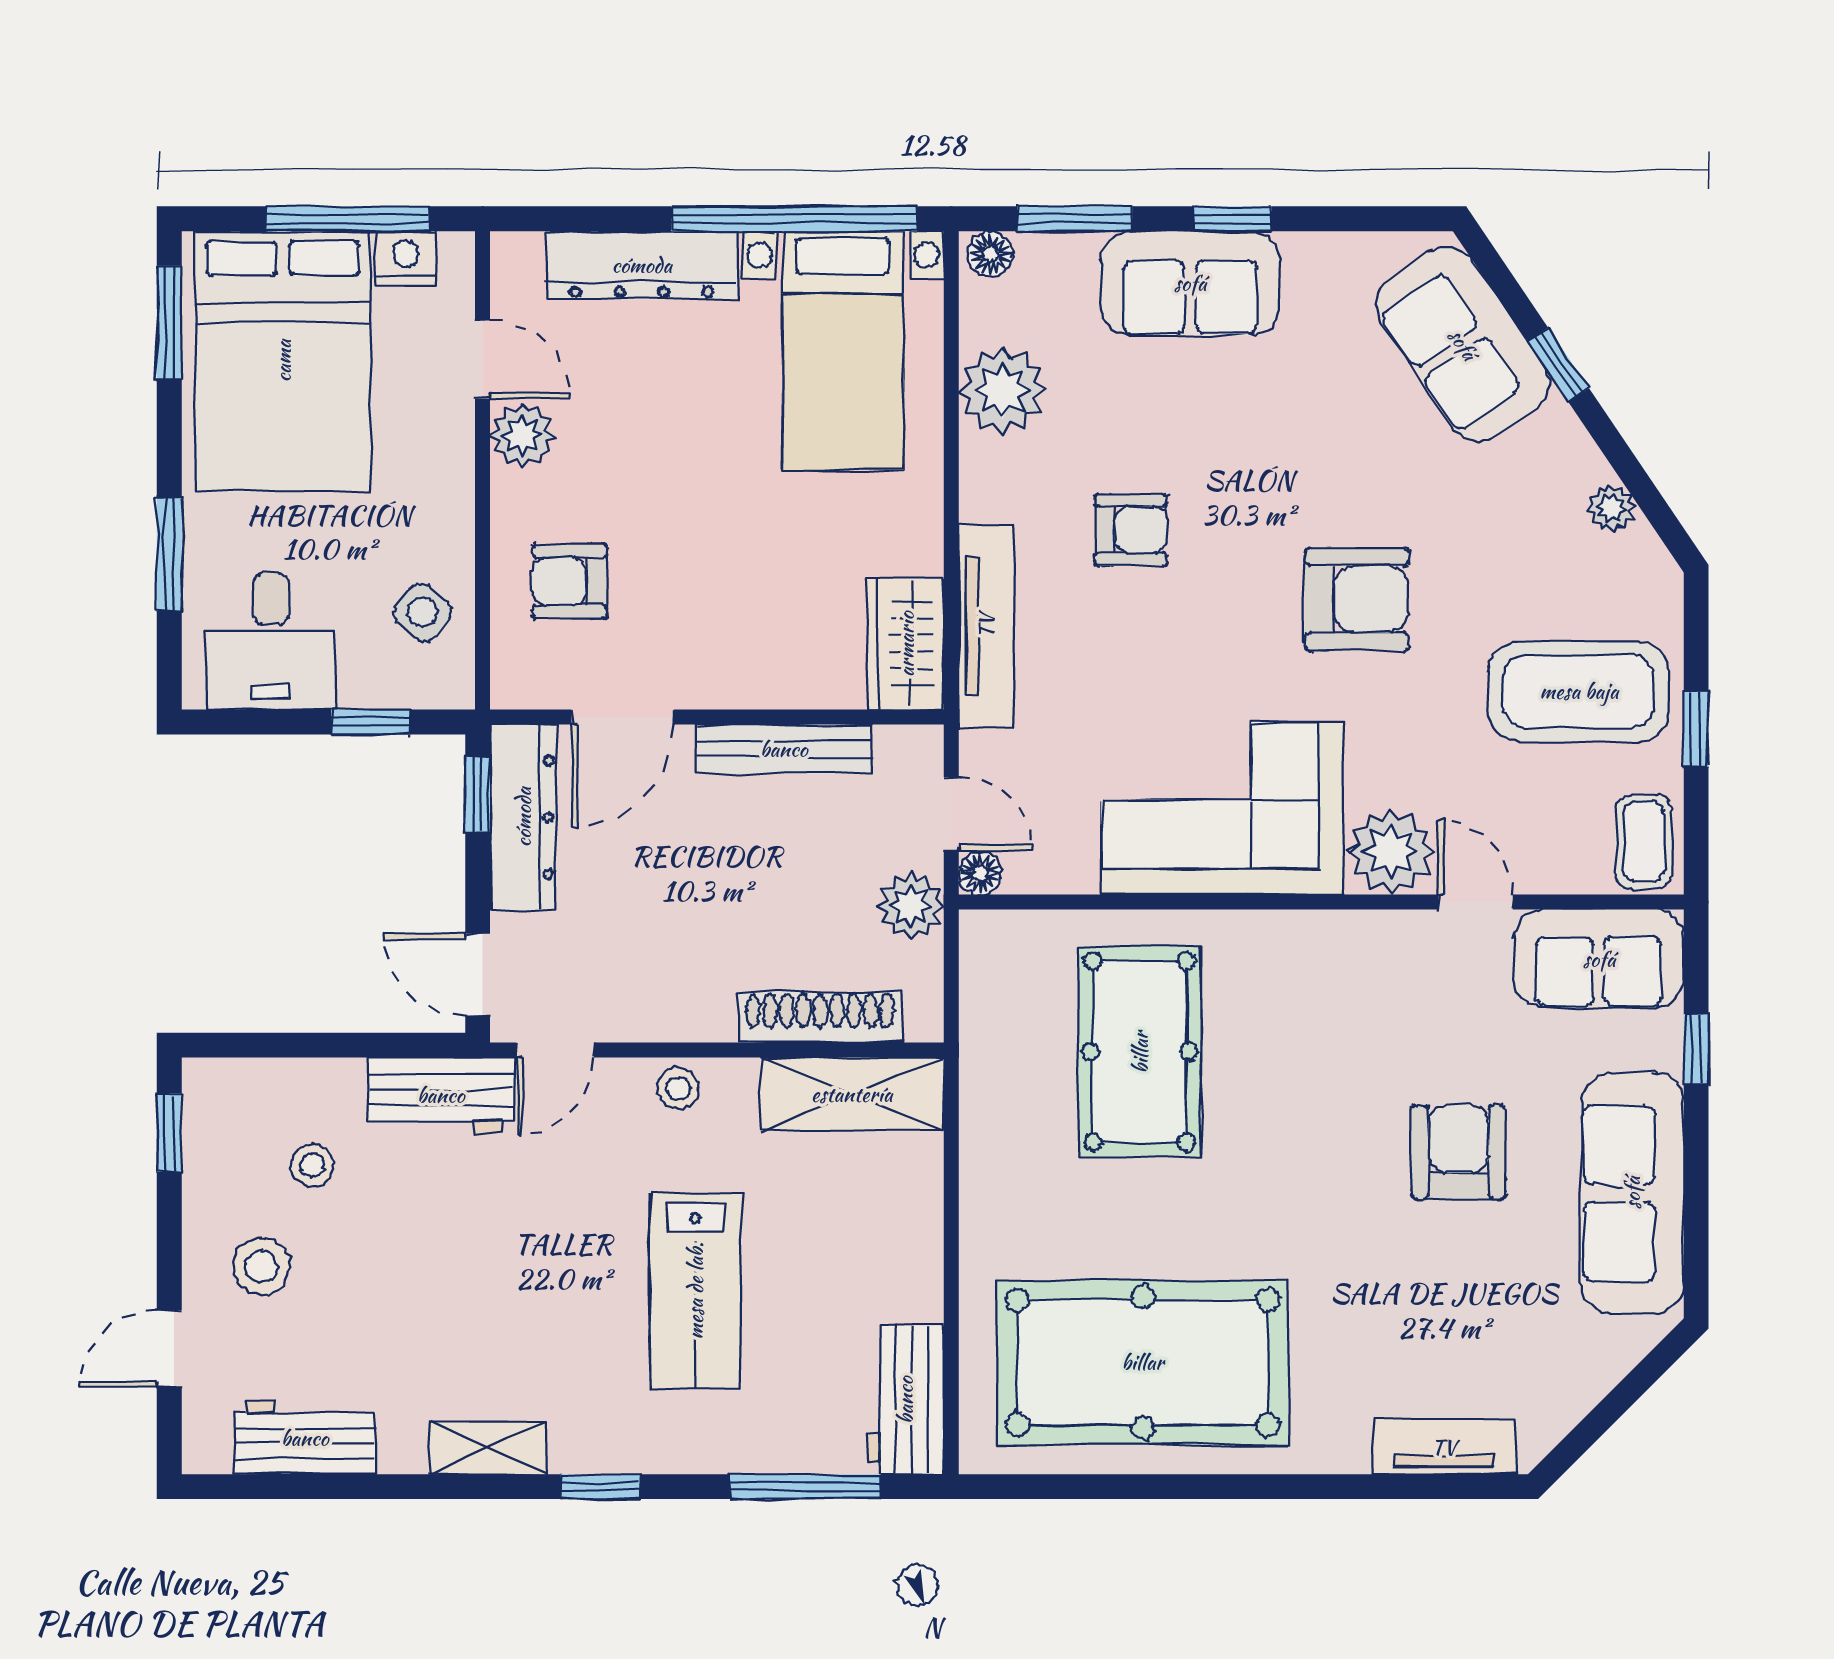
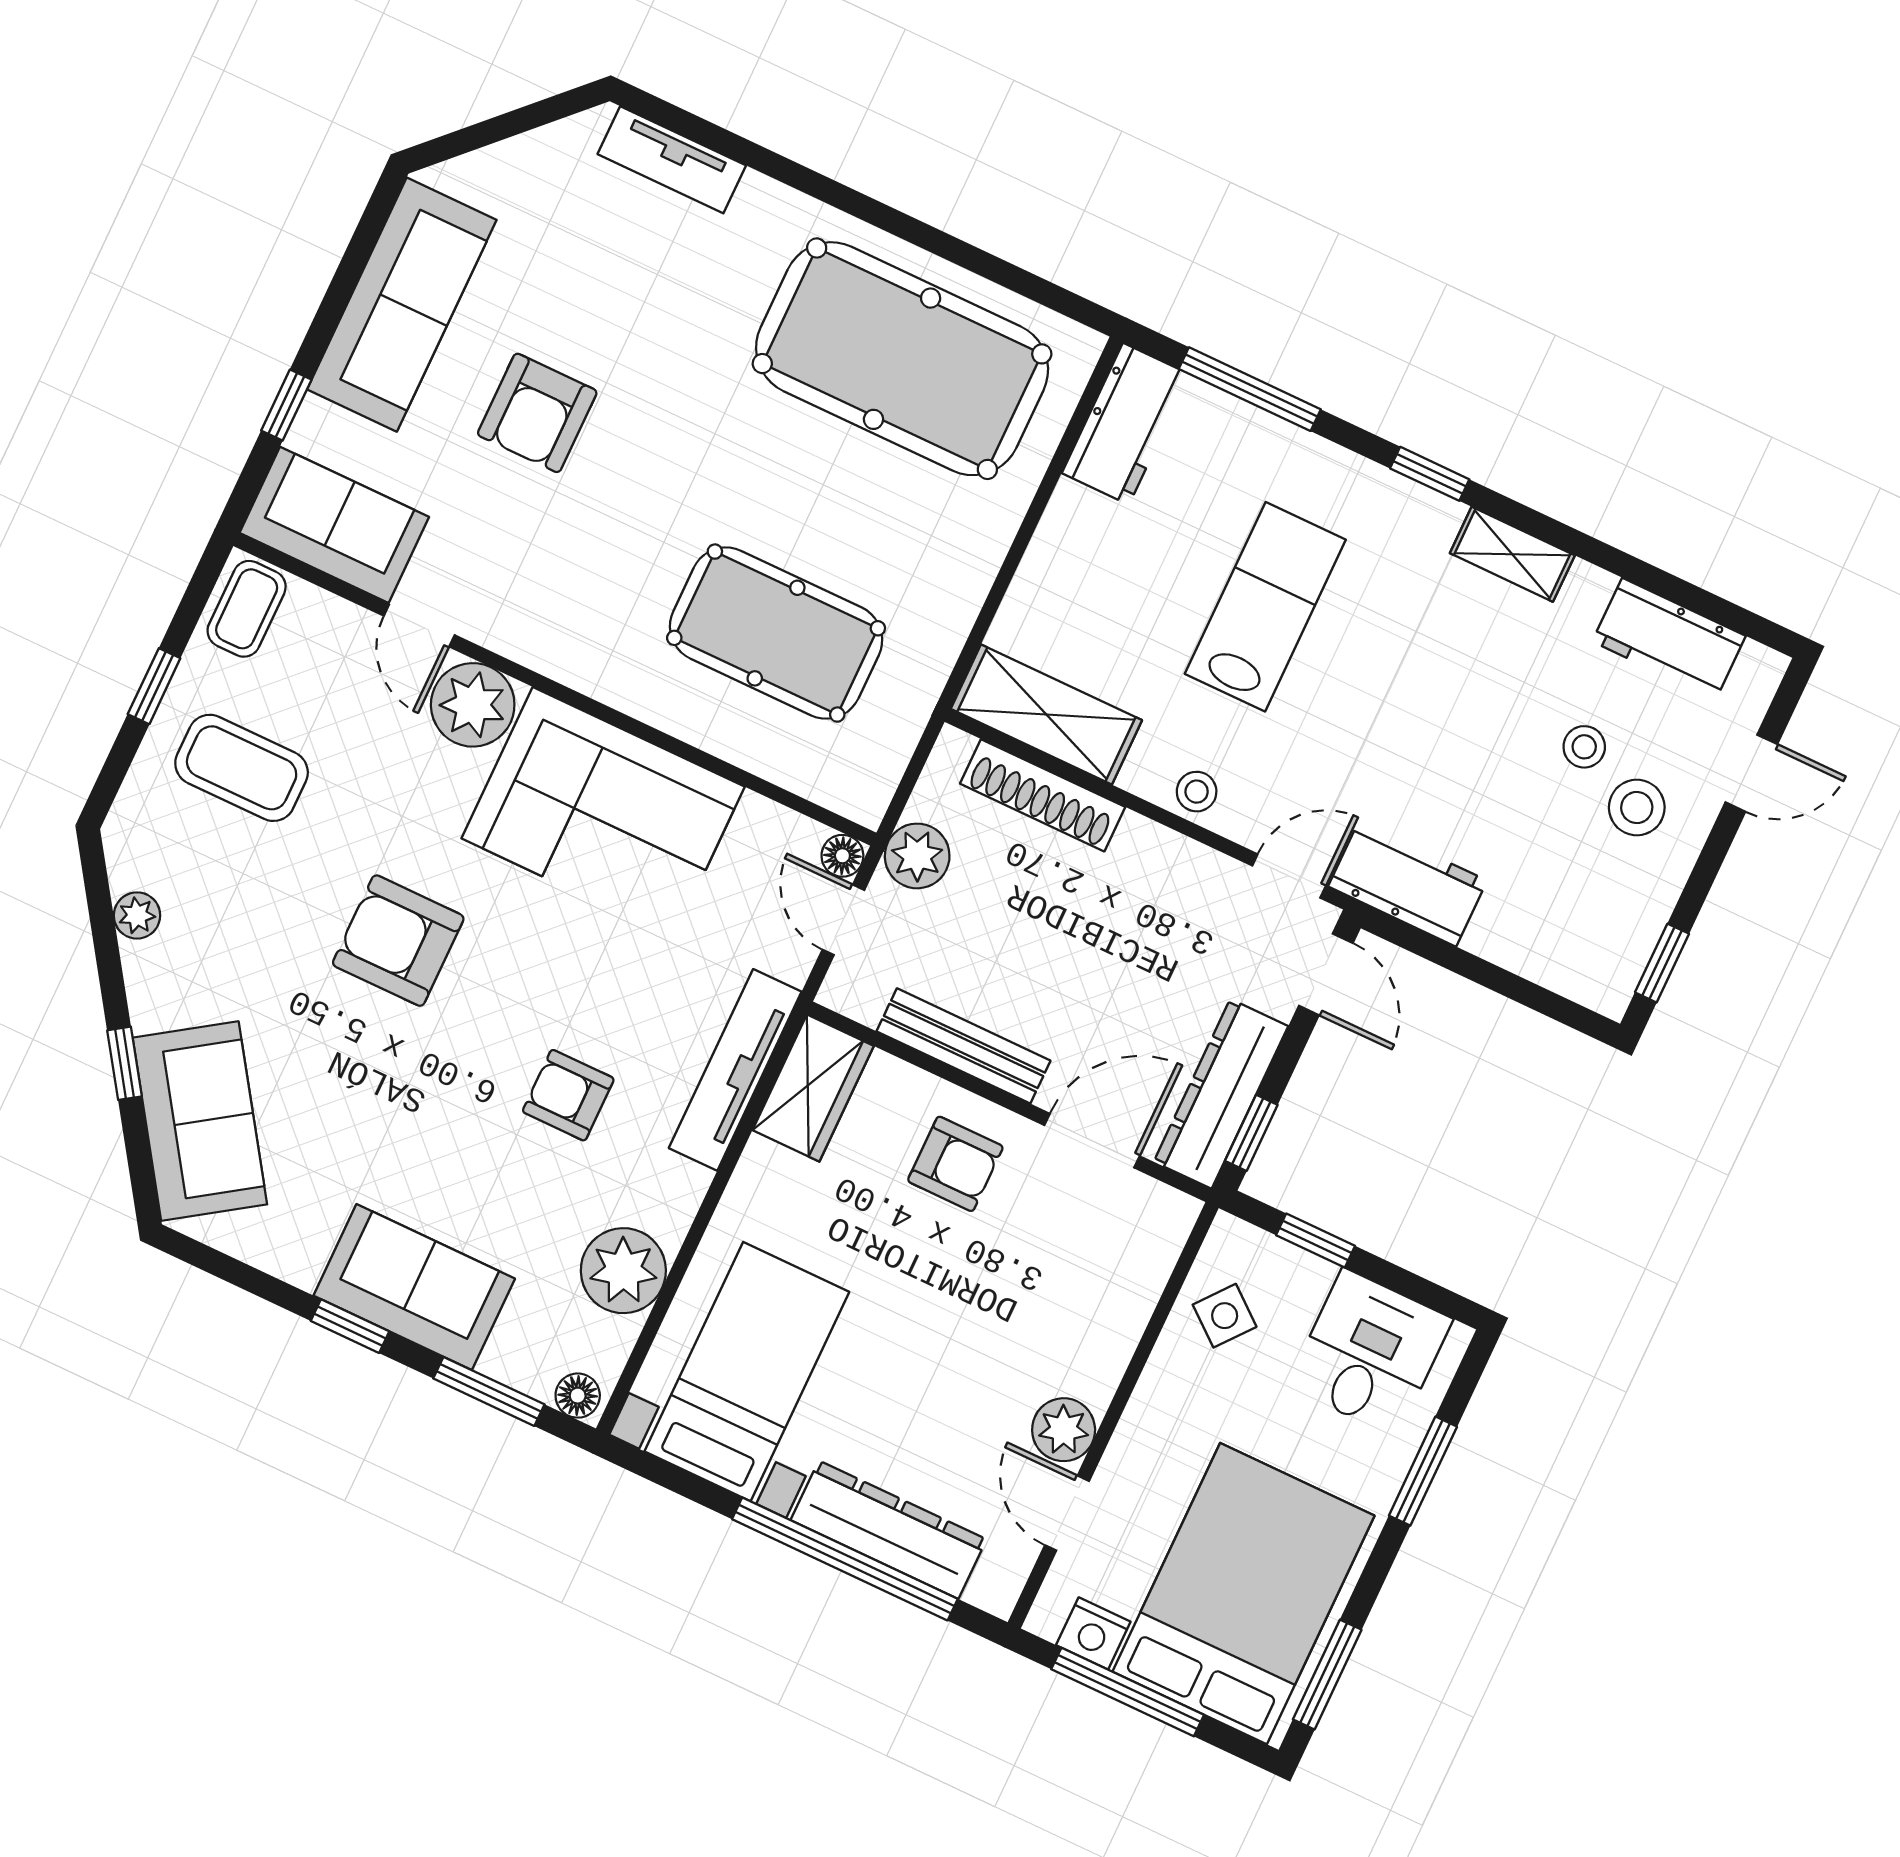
window: (794, 219) -> (845, 1559), moved
armchair: (569, 581) -> (955, 1164), moved
coffee table: (1579, 691) -> (242, 768), width x0.73, depth x0.76
pool table: (1140, 1052) -> (776, 633), turned 90
stool: (312, 1165) -> (1584, 747), moved

